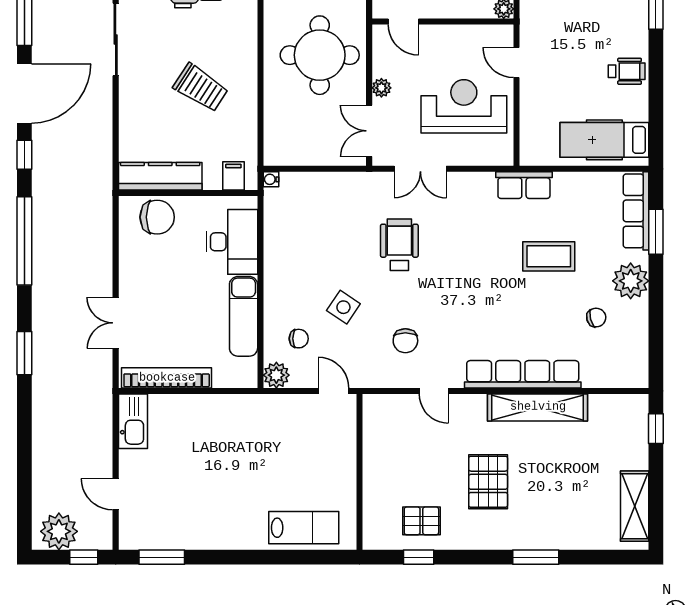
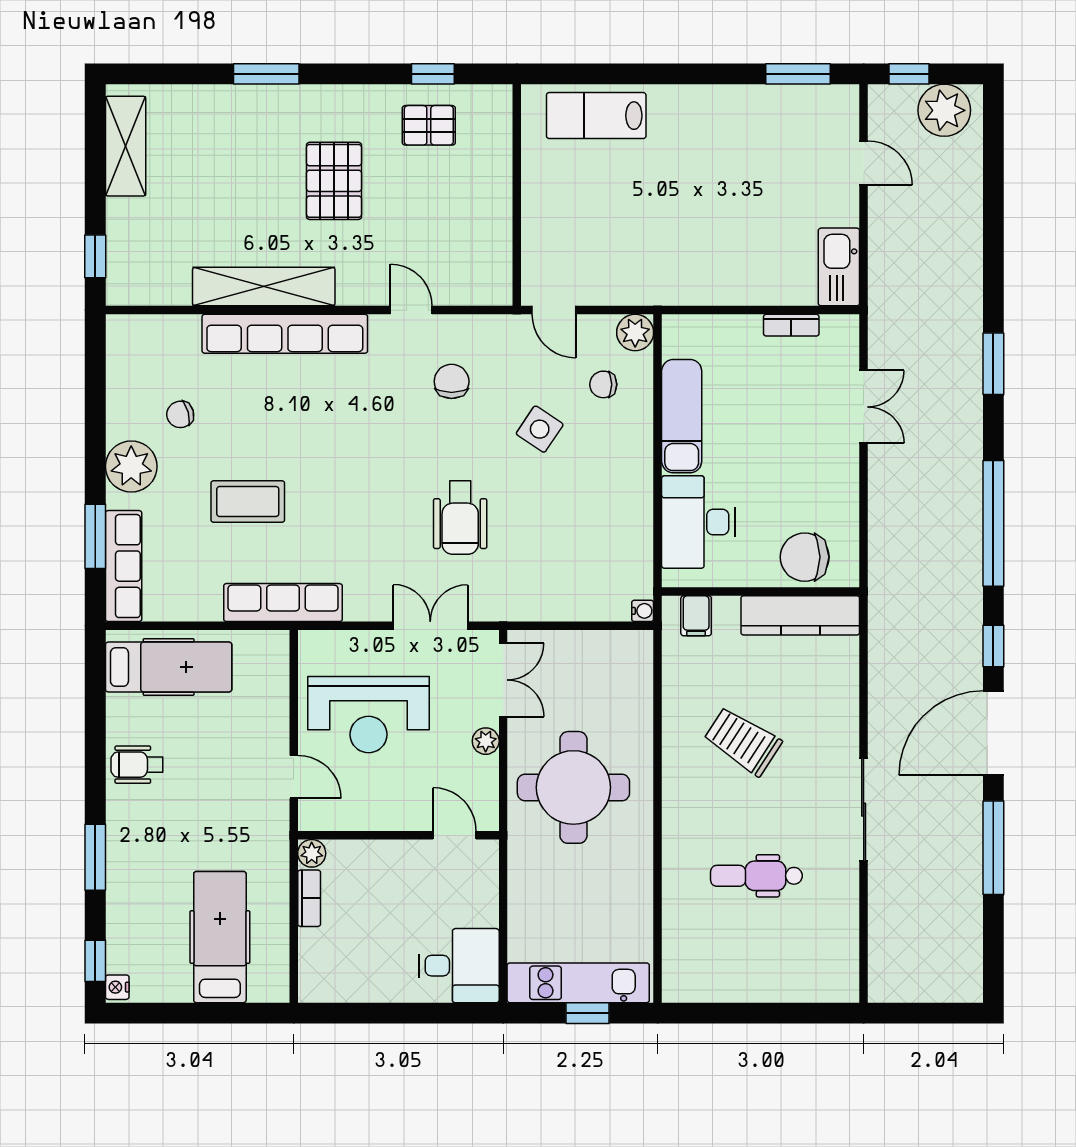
row of seats: (524, 185) -> (283, 603), width x1.48
bookcase: (167, 378) -> (791, 325), width x0.43, depth x0.76

